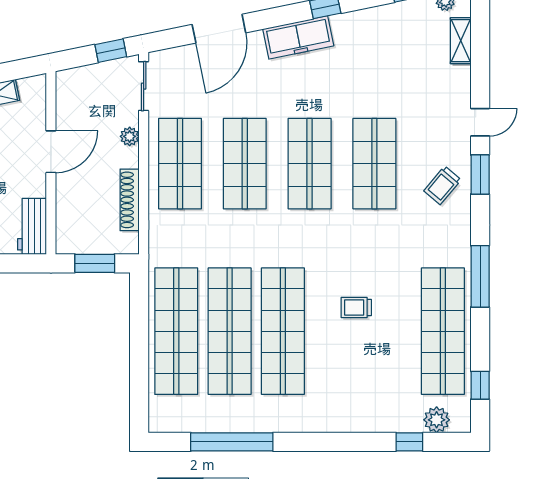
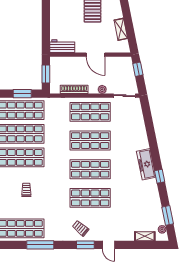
door: (219, 29) -> (150, 129), removed
window: (111, 51) -> (138, 69), moved
window: (139, 317) -> (22, 94), added

